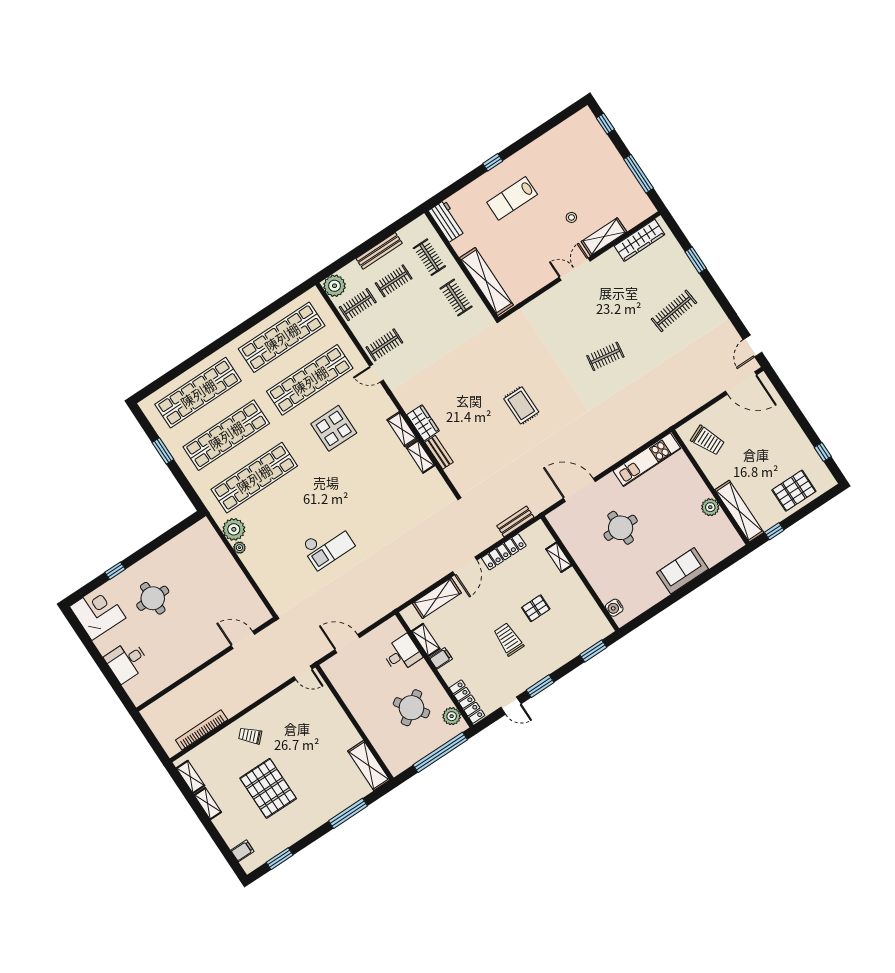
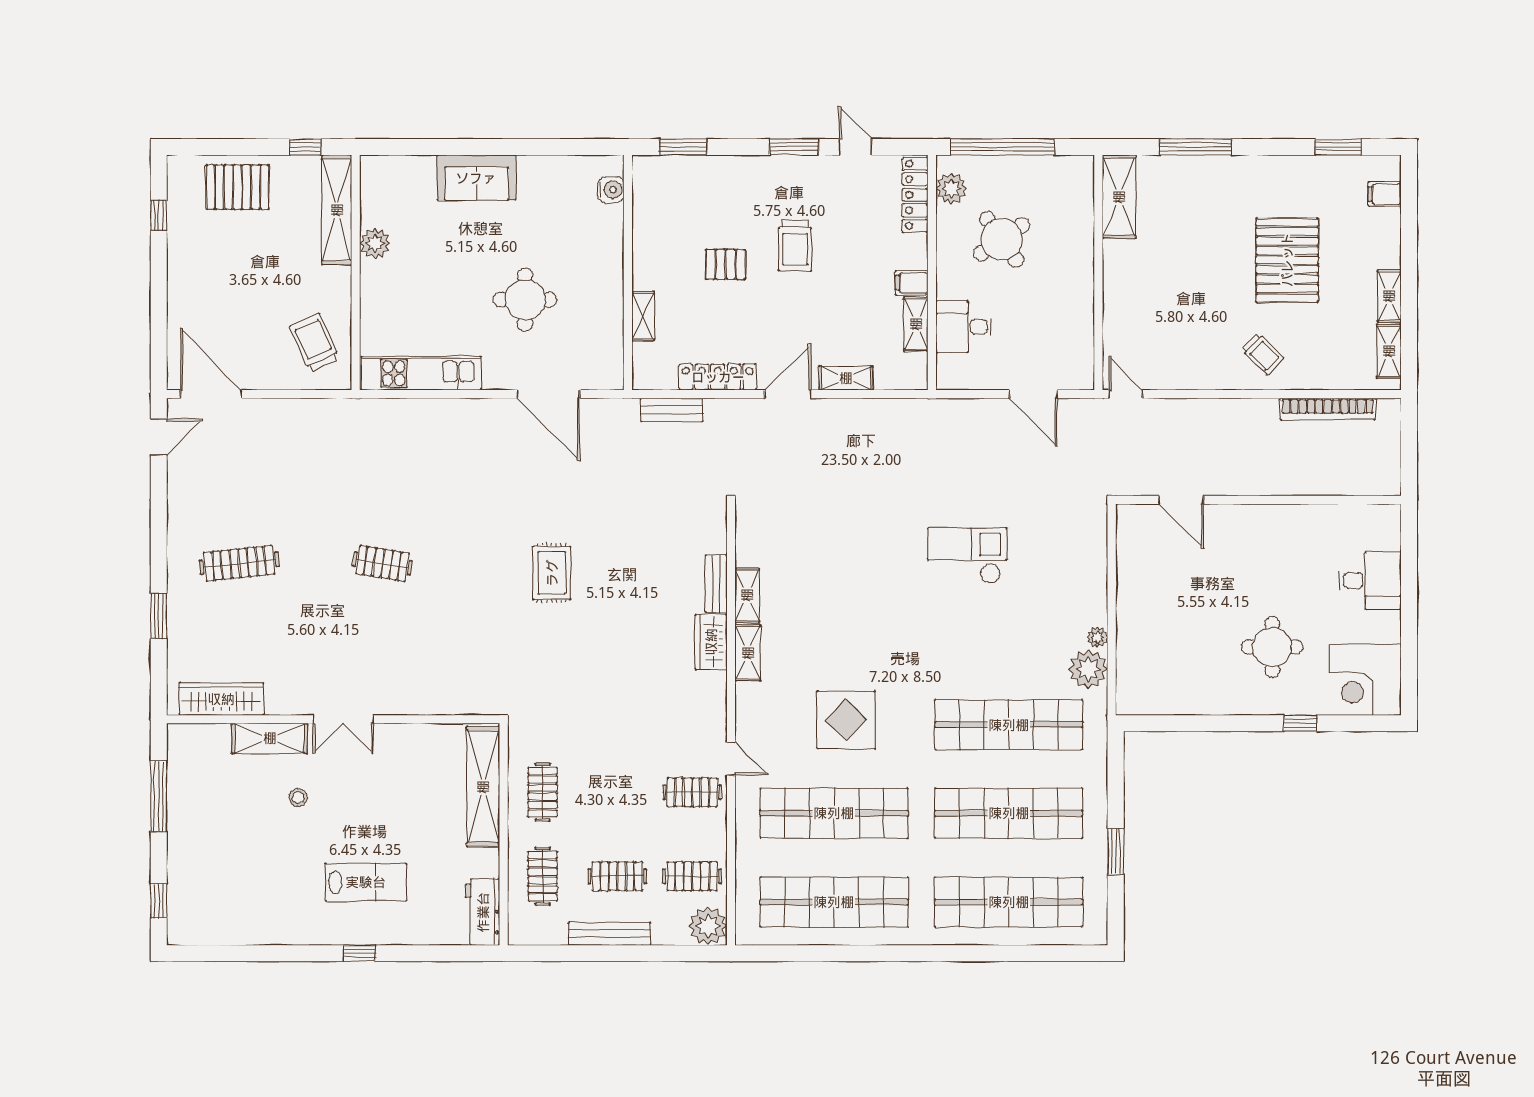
shelving: (437, 598) -> (846, 378), width x0.67, depth x0.75

